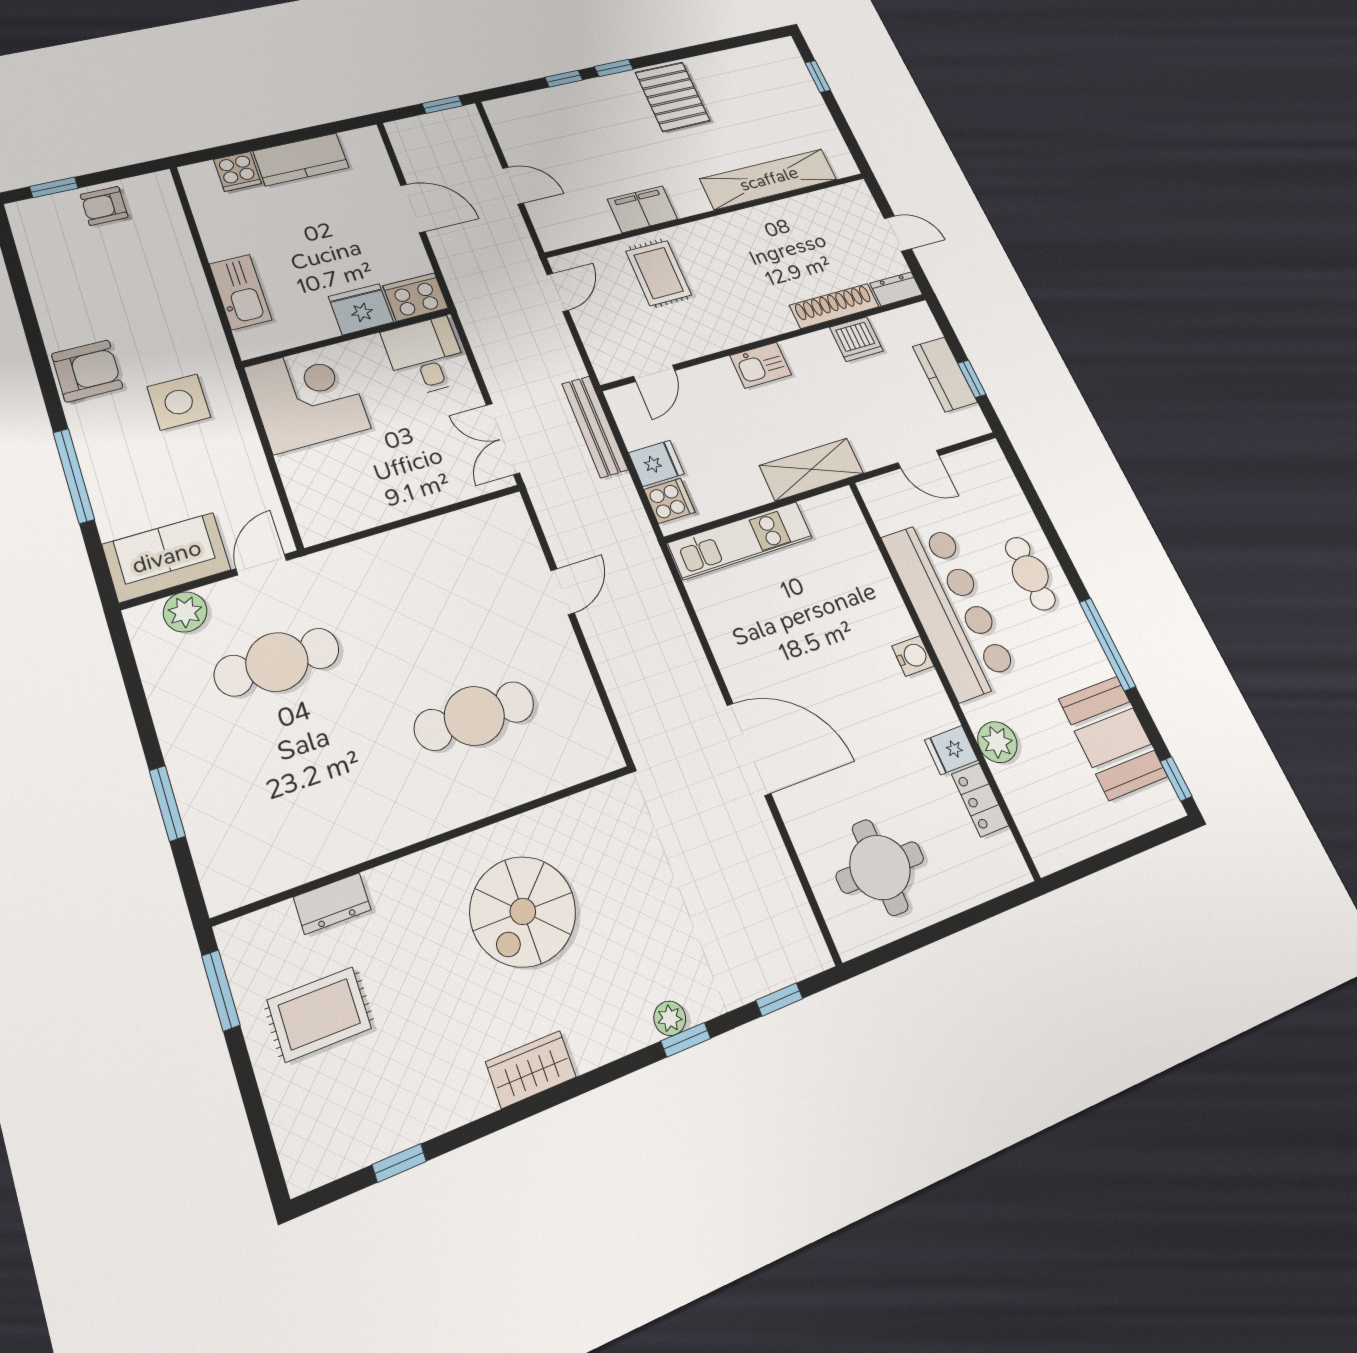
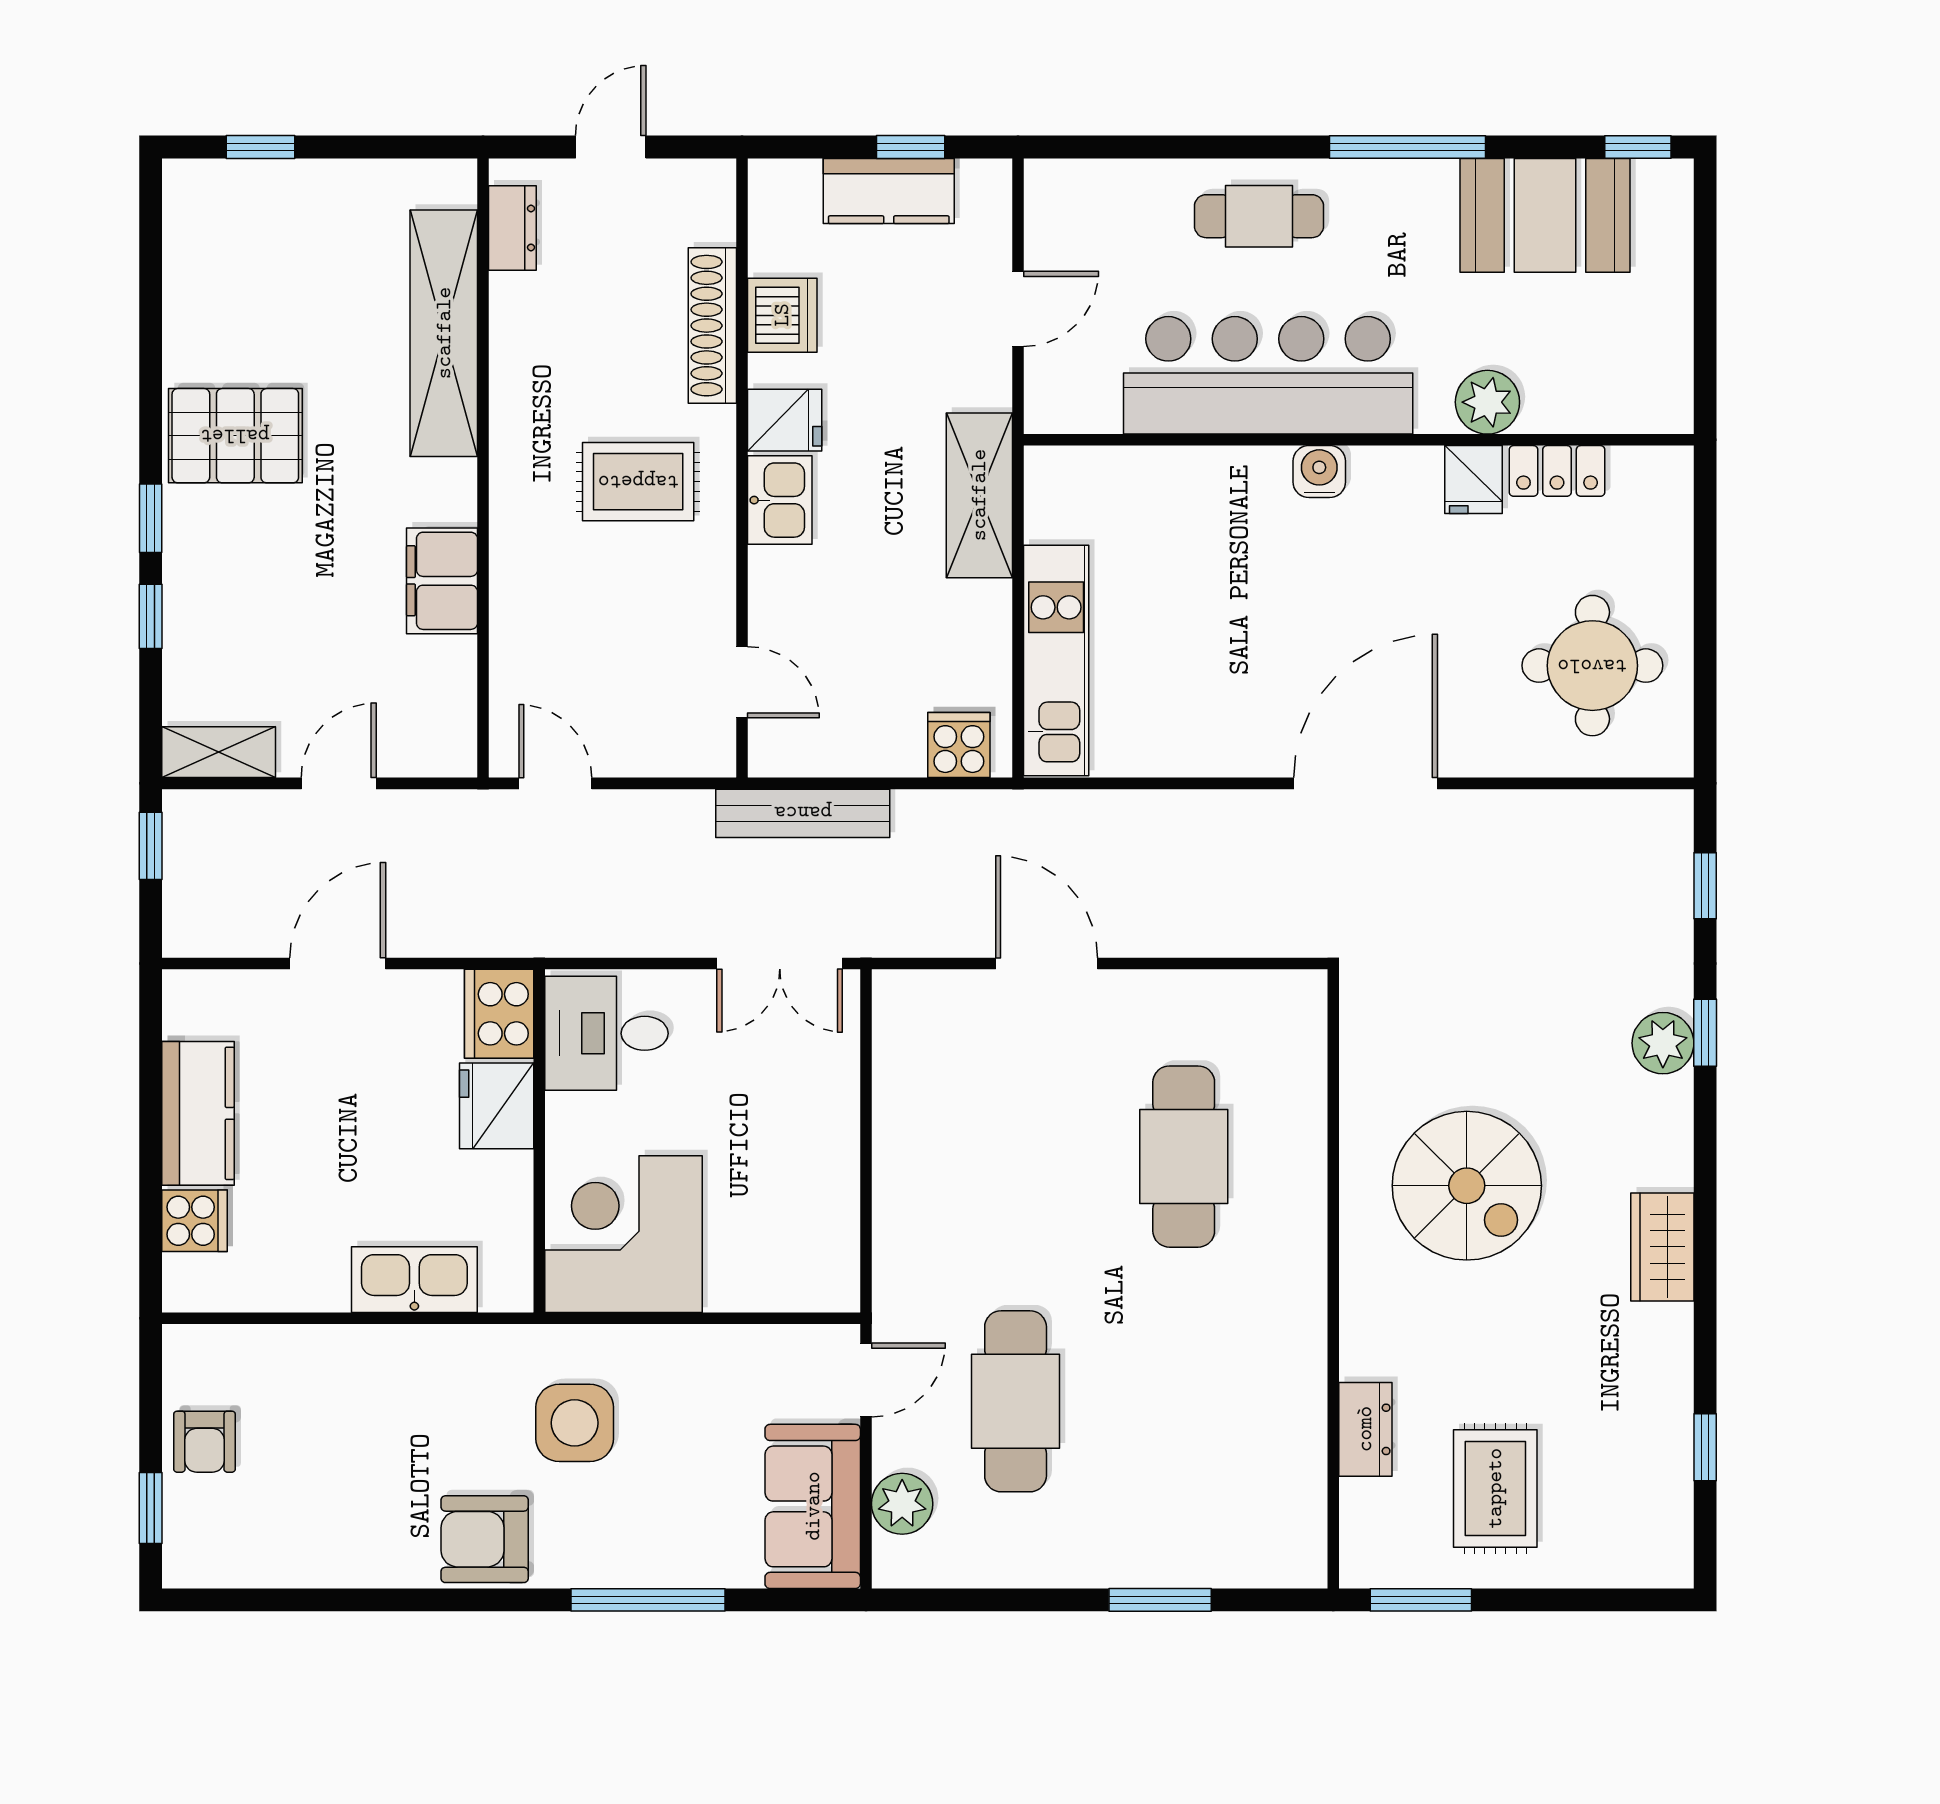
shelving: (506, 125) -> (219, 752), added
rug: (659, 273) -> (638, 482), moved
dresser: (896, 289) -> (512, 228), moved, turned 180
armchair: (87, 371) -> (485, 1539), turned -90
fridge: (656, 463) -> (785, 420), moved, turned 90
door: (261, 565) -> (866, 1380), swing flipped
door: (563, 592) -> (1047, 964), width x1.38
plant: (670, 1018) -> (1663, 1043), width x1.38, depth x1.38

